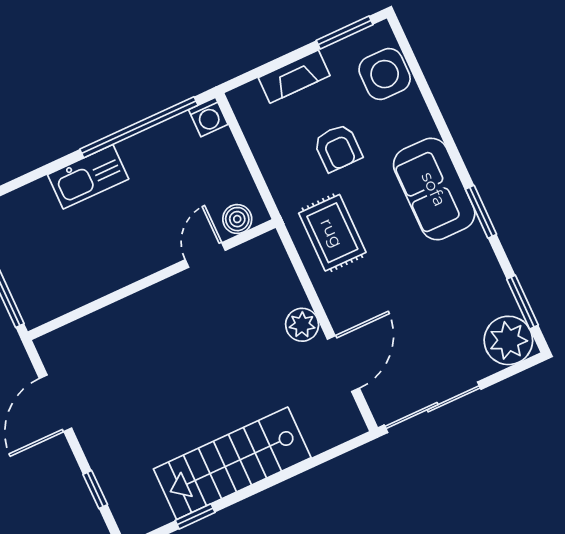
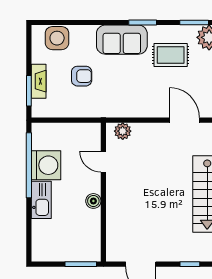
window: (345, 33) -> (29, 91), moved
washing machine: (208, 117) -> (46, 165), moved, width x1.89, depth x1.89
boiler: (237, 219) -> (93, 201), moved
rug: (332, 233) -> (171, 55), moved
plant: (302, 325) -> (123, 131), moved

